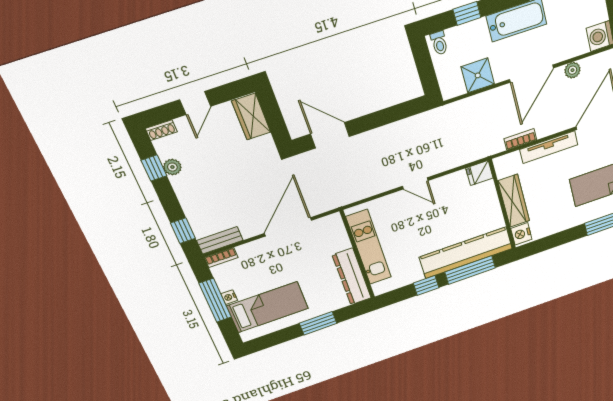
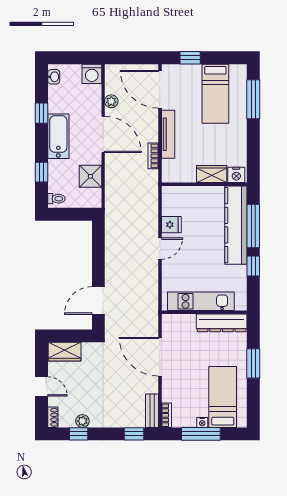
fridge: (479, 173) -> (171, 225), moved, turned -90
wardrobe: (514, 201) -> (212, 174), width x0.67

